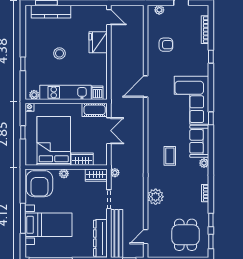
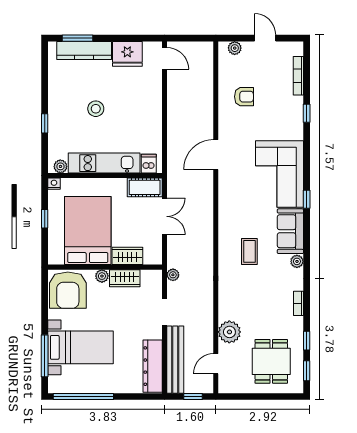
fridge: (98, 42) -> (127, 54), moved, turned -90
wardrobe: (96, 175) -> (125, 278), moved
plant: (156, 197) -> (229, 332), moved
window: (23, 218) -> (45, 356), moved

